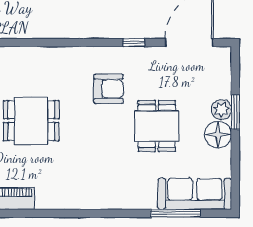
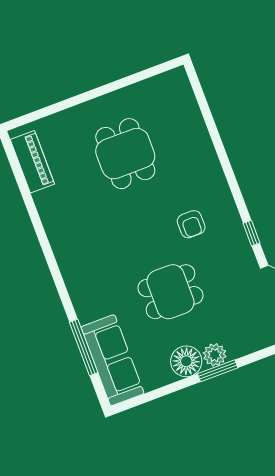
armchair: (108, 89) -> (191, 224), width x0.72, depth x0.72

